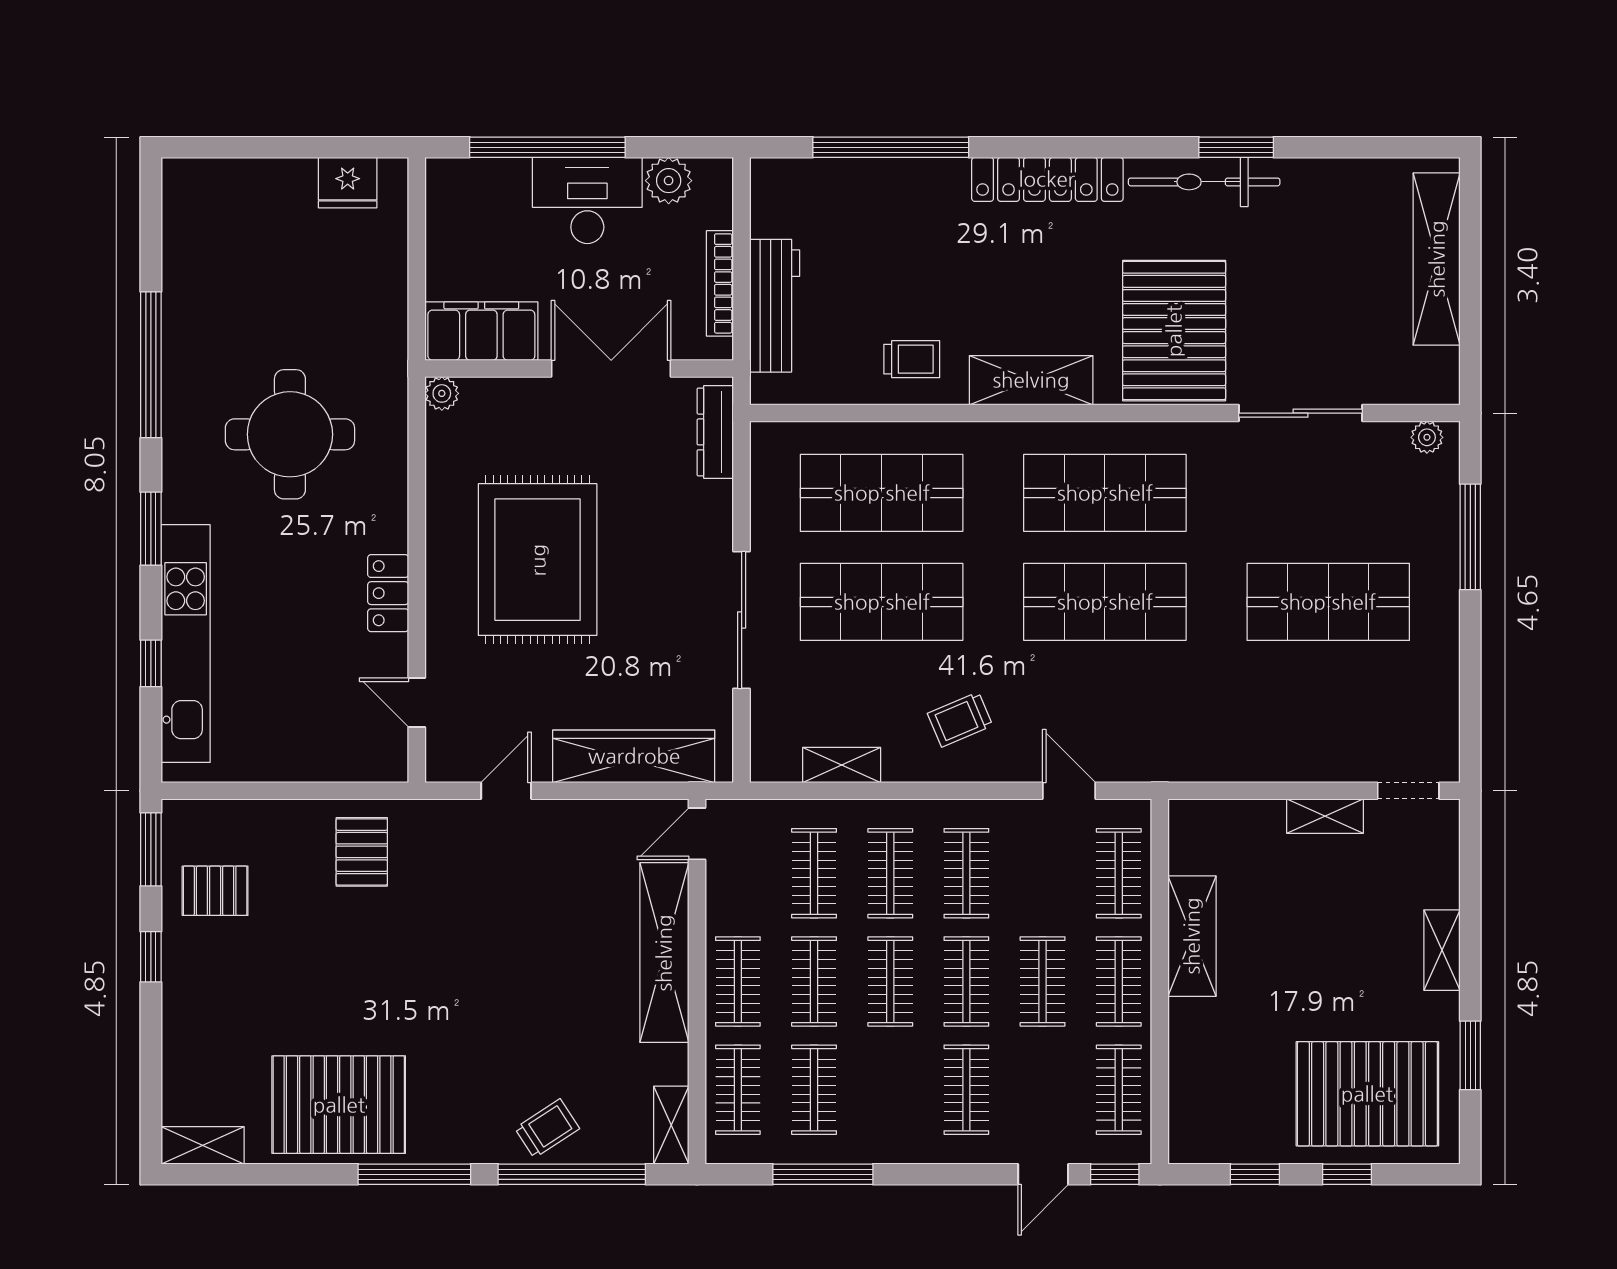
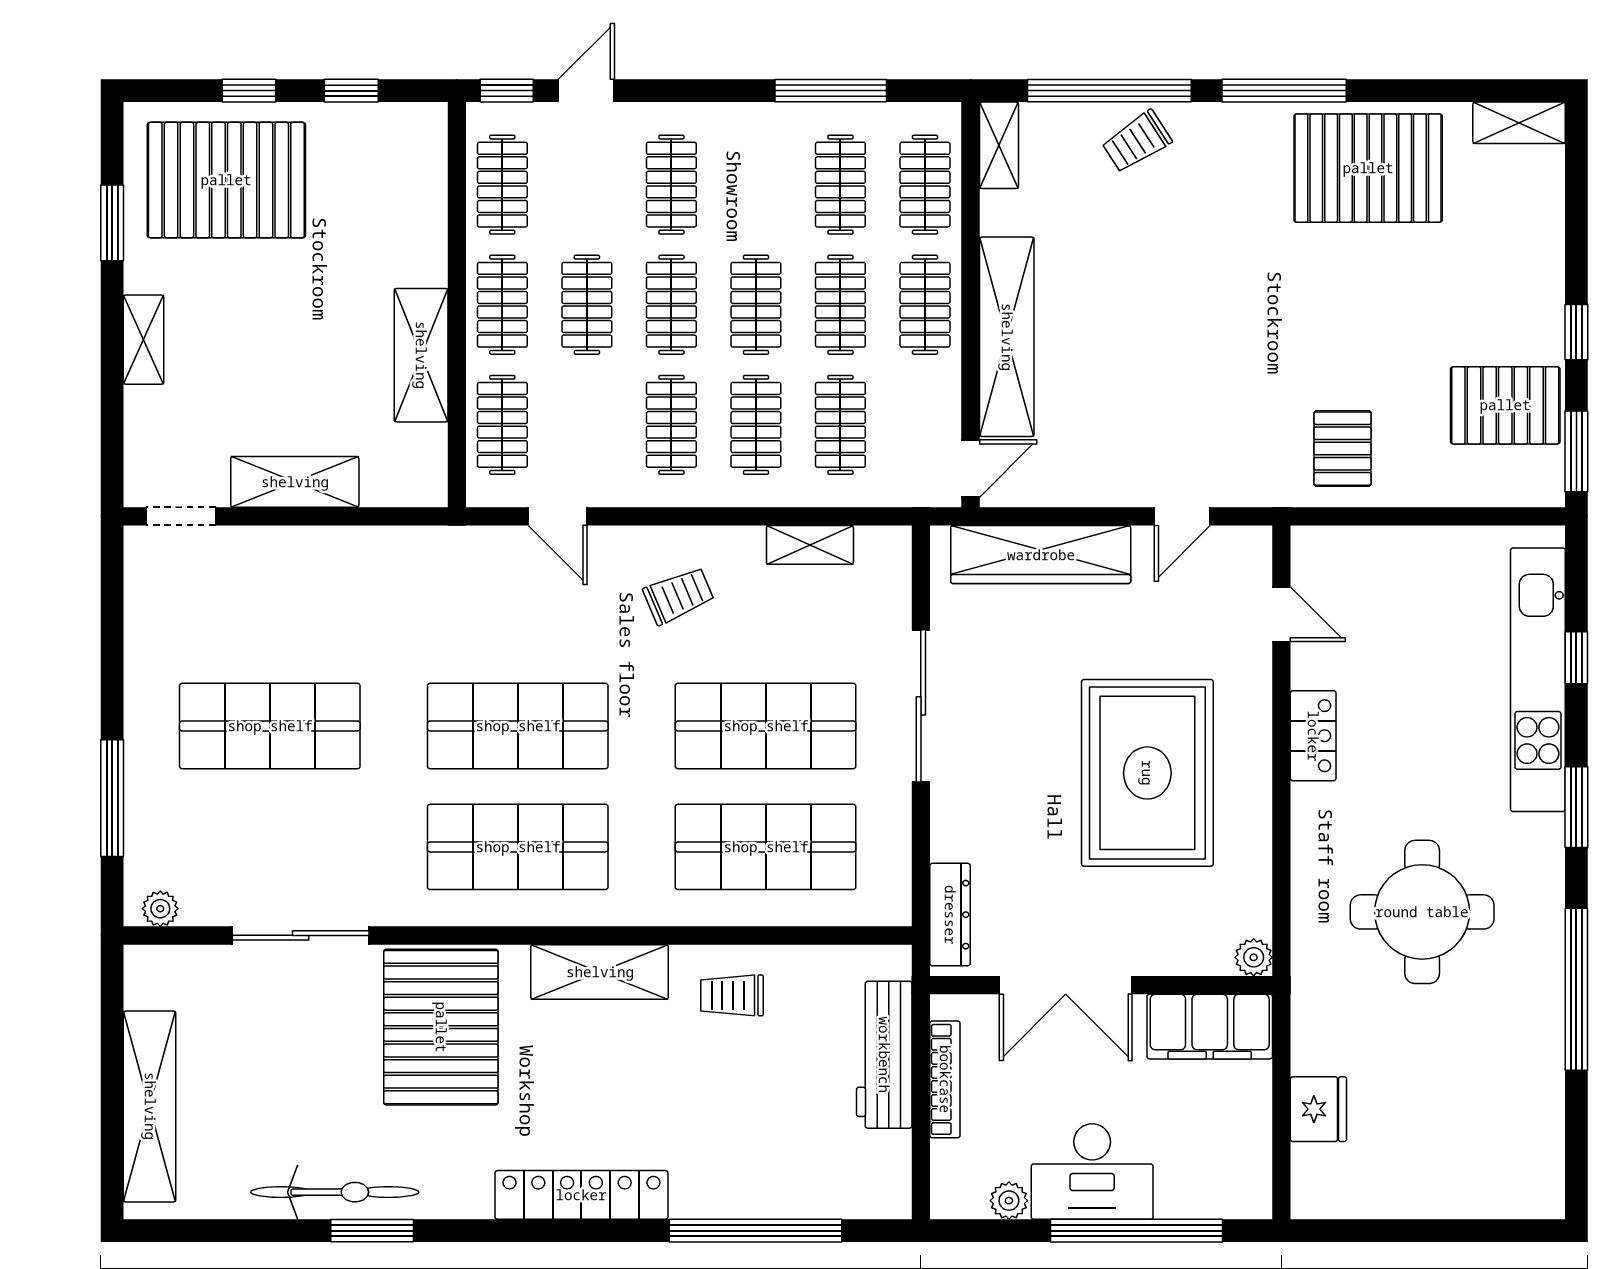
plant: (669, 181) -> (1009, 1201), width x0.73, depth x0.73
bicycle: (1204, 182) -> (335, 1192), moved
fridge: (348, 183) -> (1318, 1109), moved, turned 90
shelving: (1325, 816) -> (295, 482), width x1.50, depth x1.33
pallet: (215, 891) -> (1505, 405), width x1.50, depth x1.42

